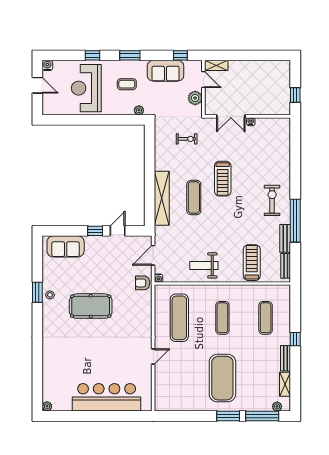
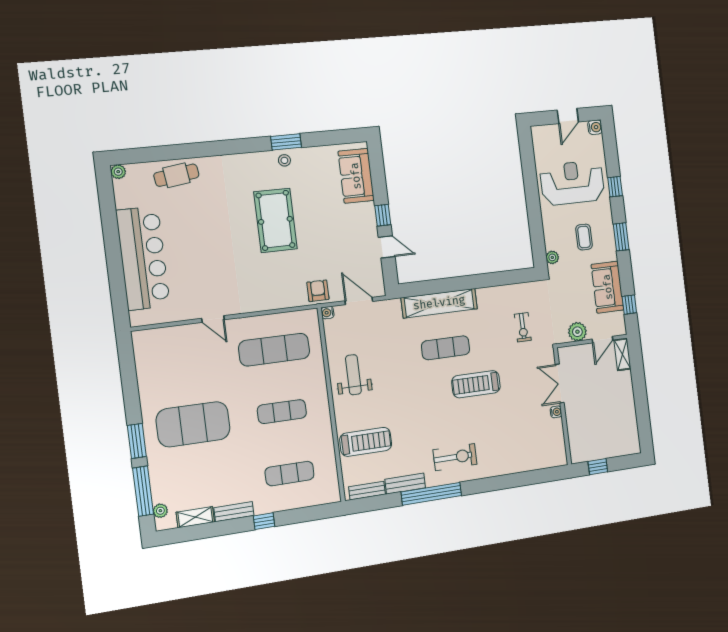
cafe table: (53, 369) -> (176, 175), added

